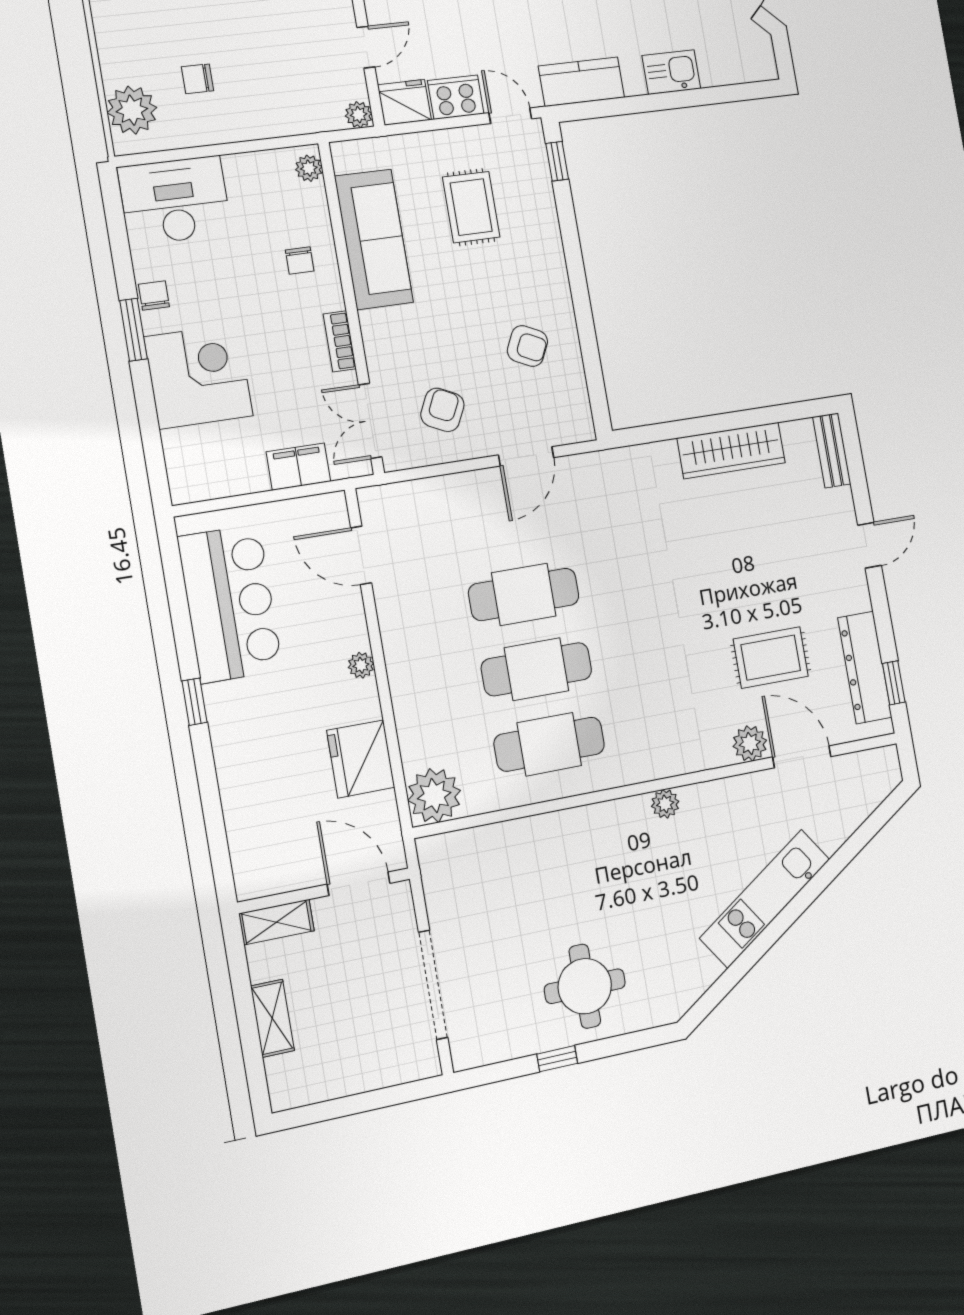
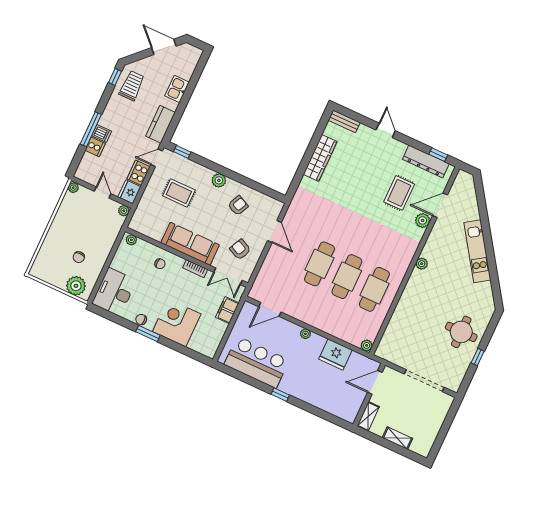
sofa: (374, 239) -> (190, 244), moved
plant: (551, 273) -> (219, 180), added
plant: (434, 796) -> (367, 345), width x0.53, depth x0.53

